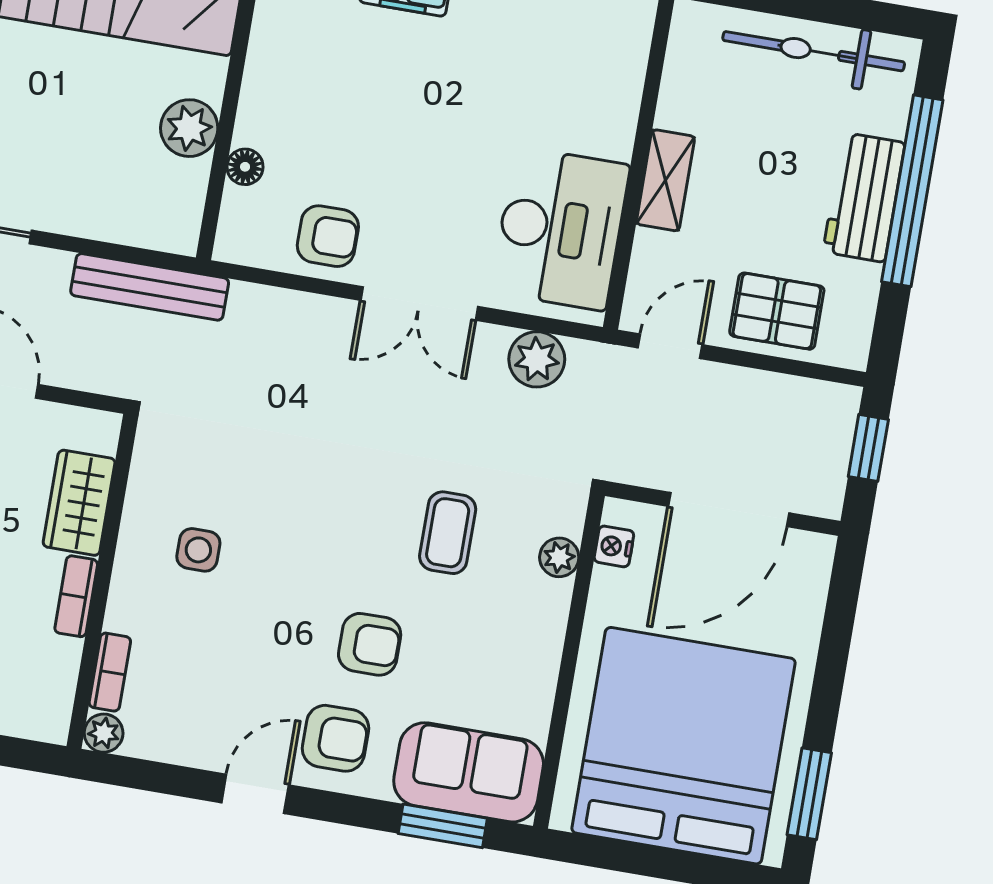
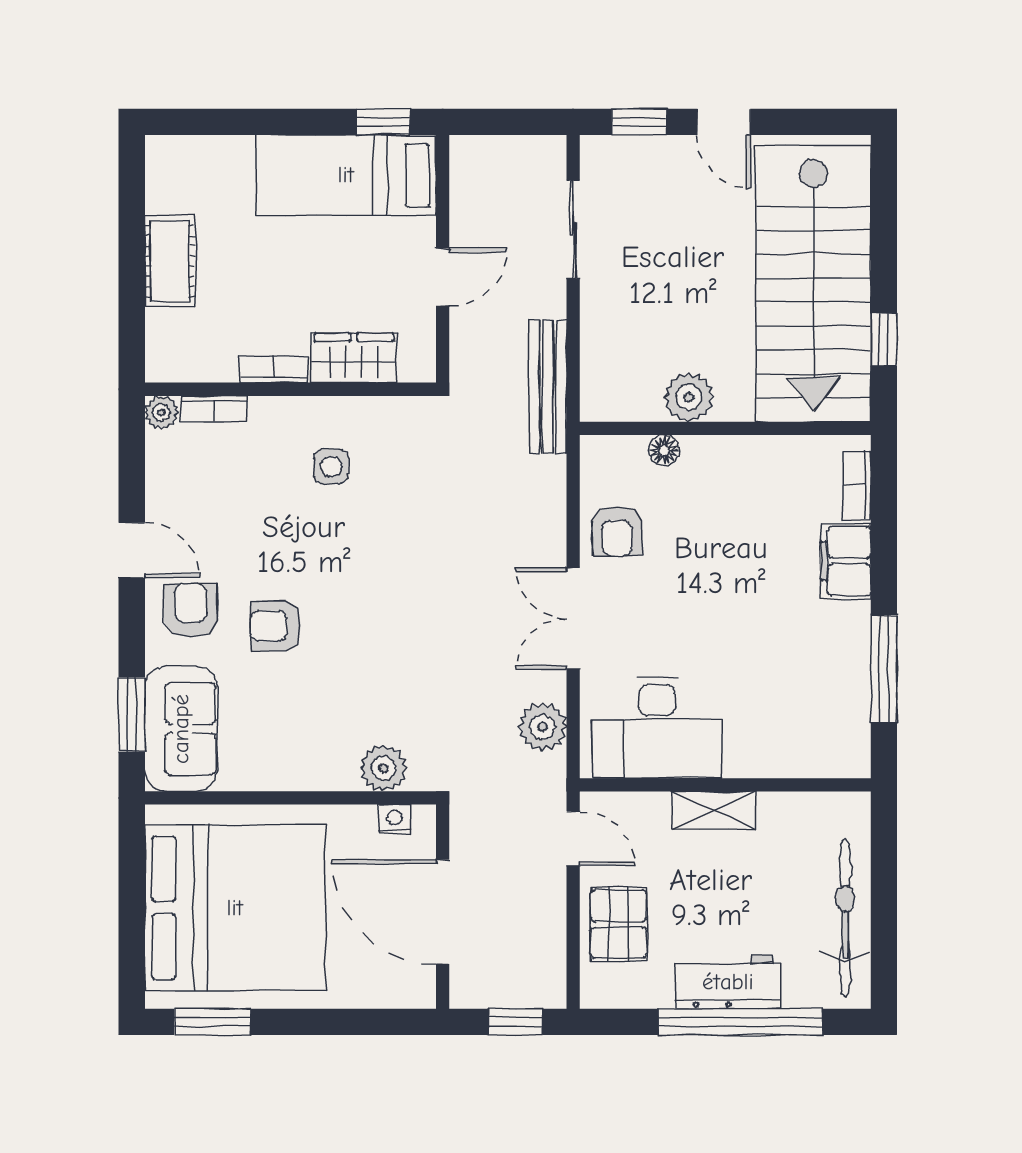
coffee table: (448, 533) -> (382, 676), removed
plant: (559, 557) -> (384, 768), width x1.38, depth x1.38
armchair: (370, 644) -> (276, 626), turned 90
armchair: (335, 738) -> (191, 611), turned 180

